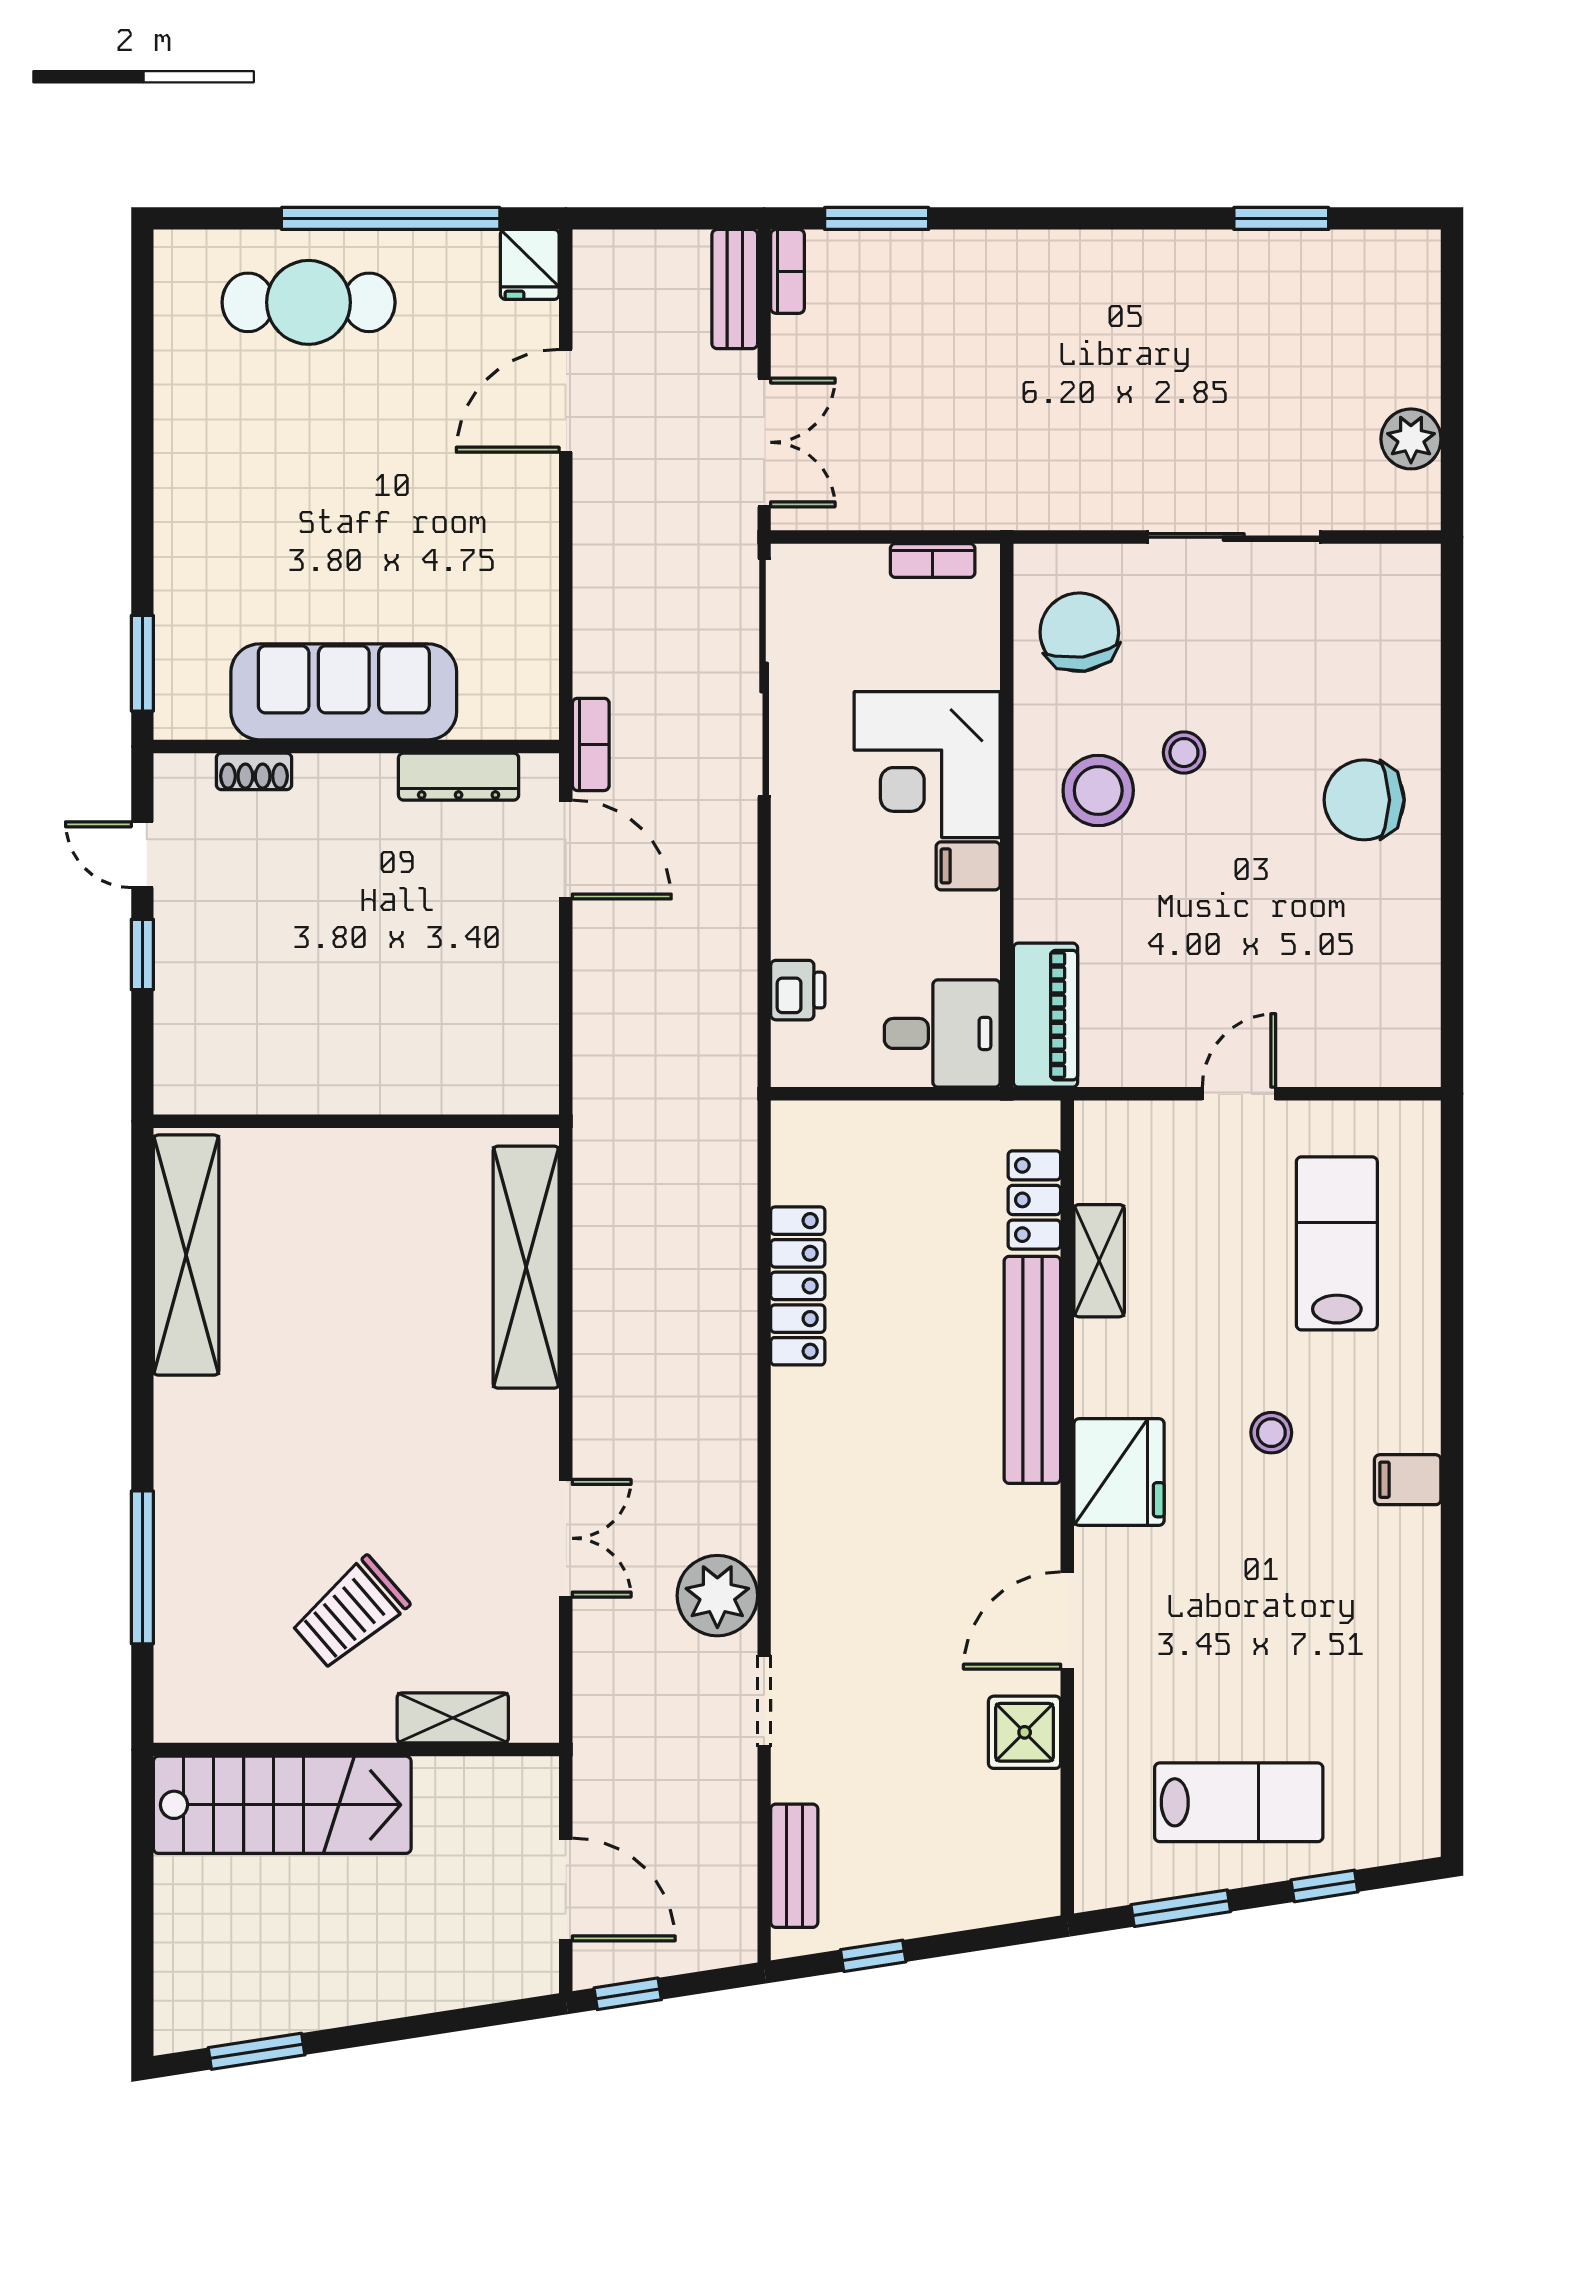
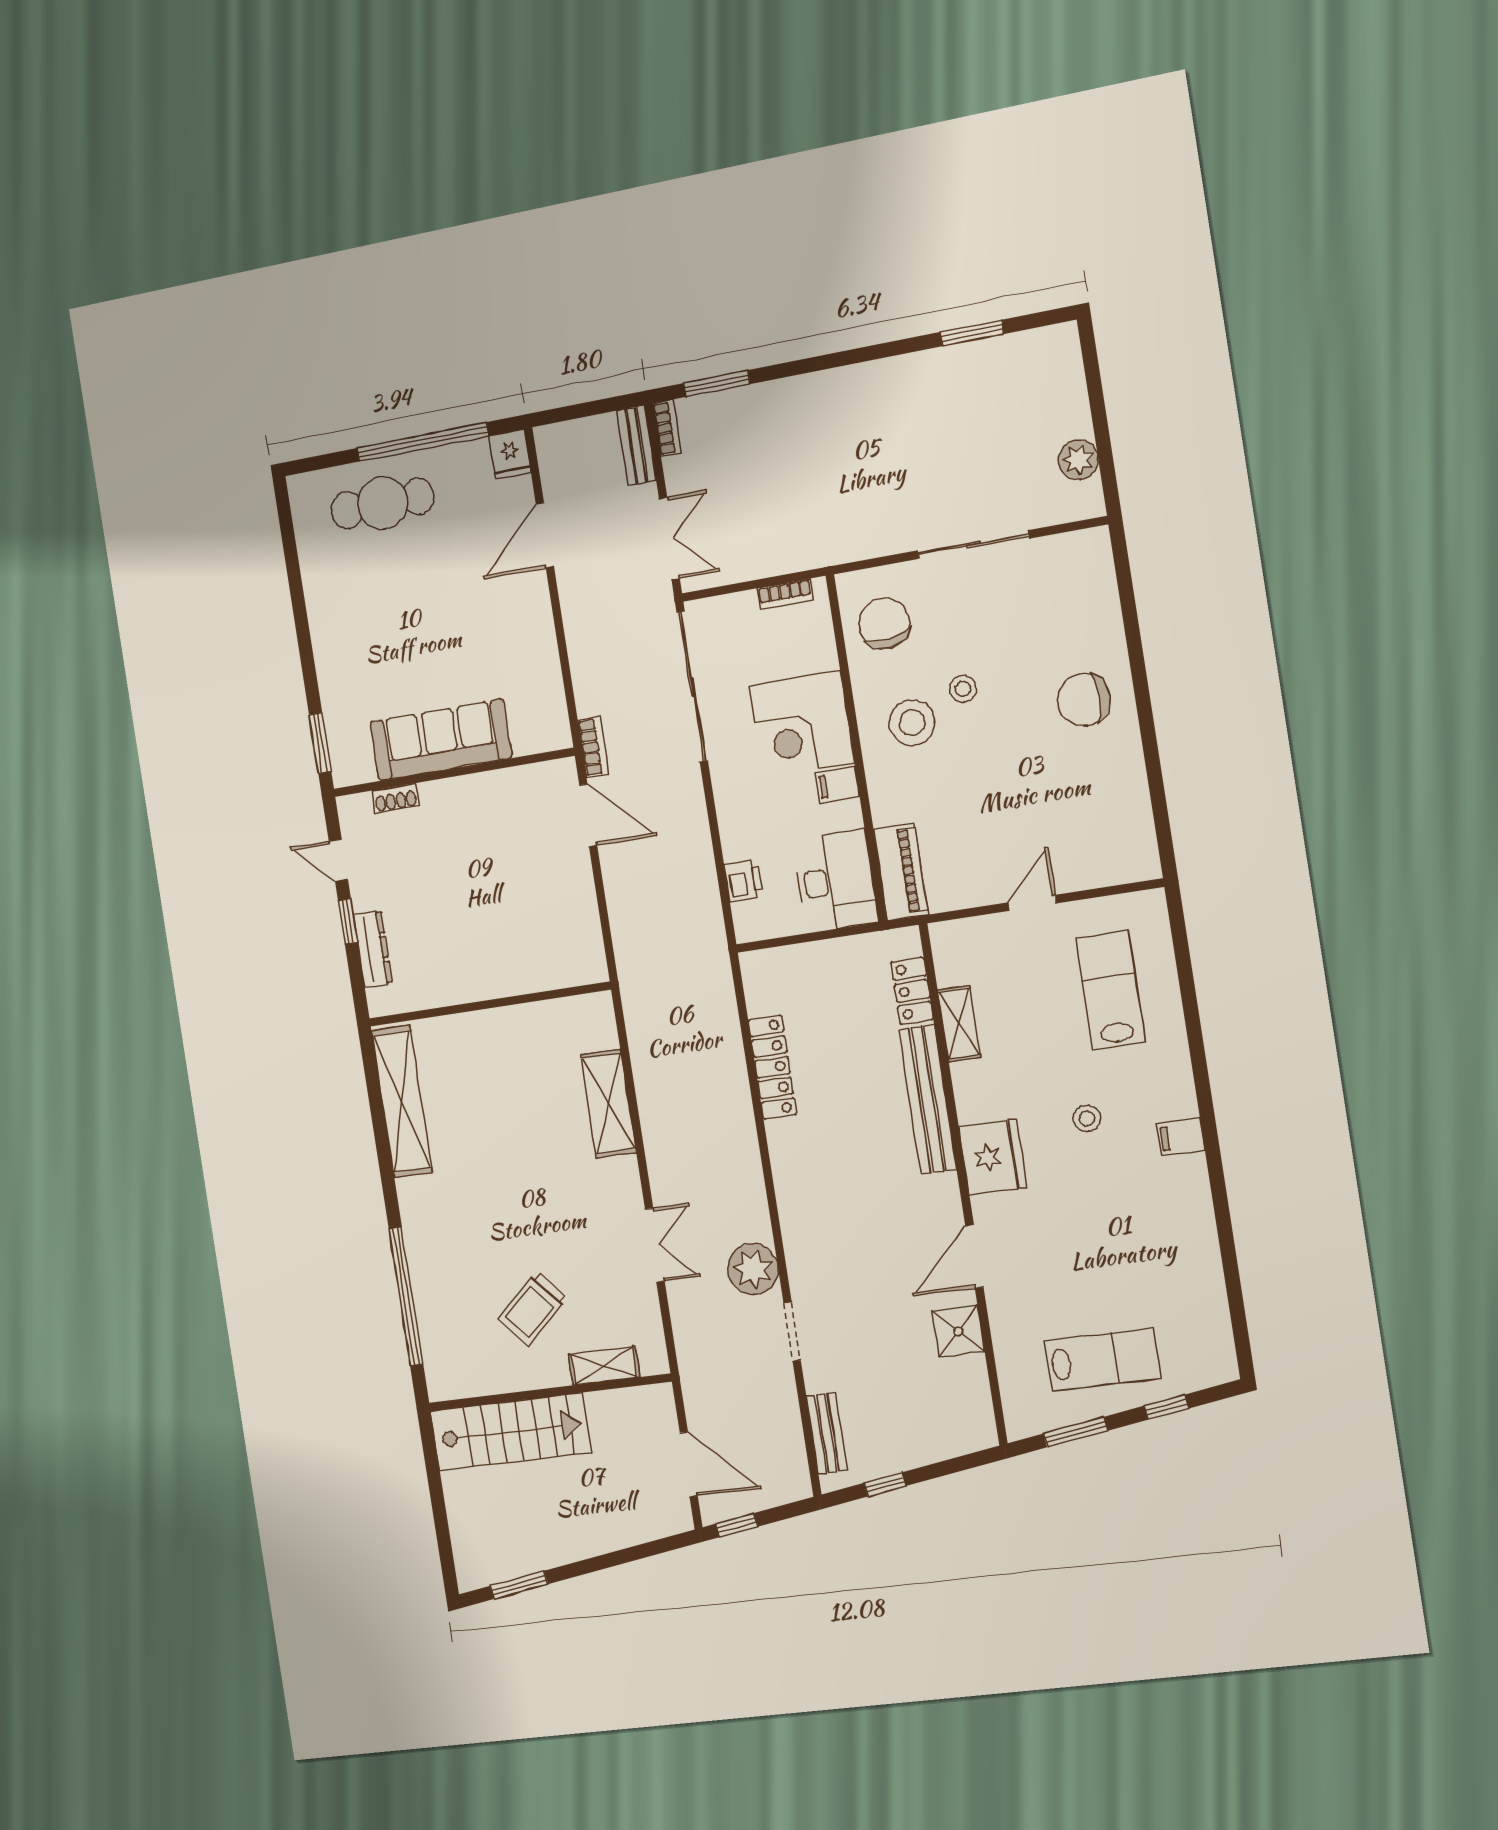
dresser: (459, 777) -> (373, 949), moved, turned -90
desk: (942, 1033) -> (836, 881), width x1.37
shelving: (526, 1267) -> (608, 1103), width x0.68
window: (142, 1567) -> (406, 1296), width x1.46

